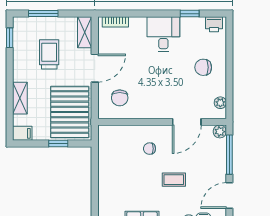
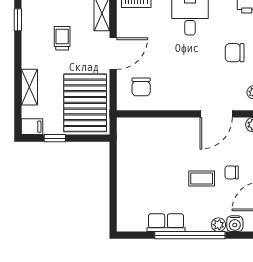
trolley: (49, 54) -> (62, 38), width x0.73, depth x0.72
window: (58, 144) -> (55, 138), moved
chair: (150, 149) -> (232, 172), moved

